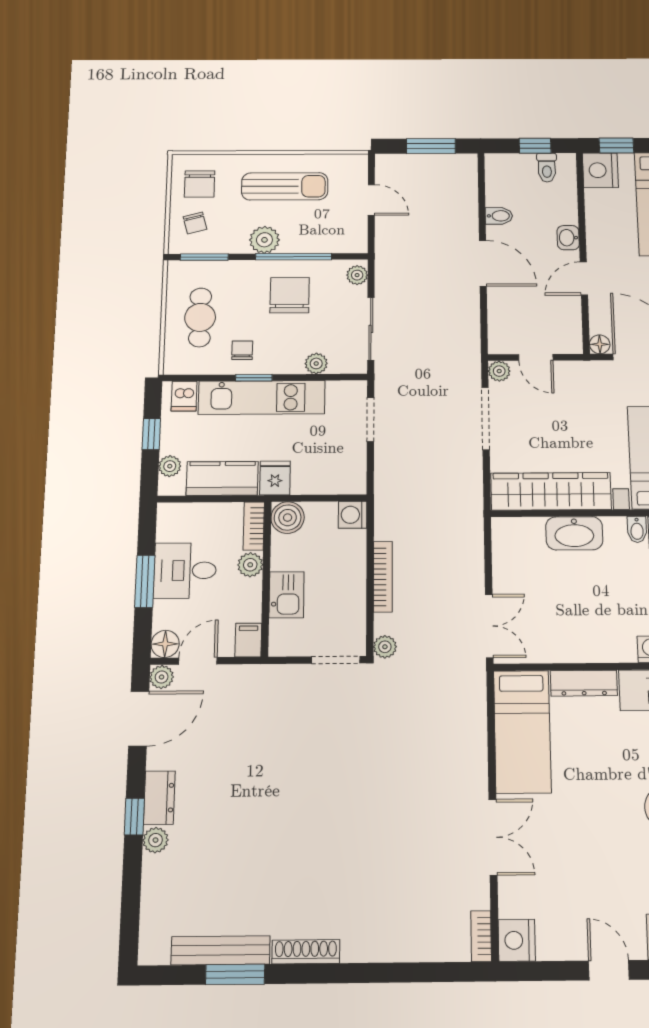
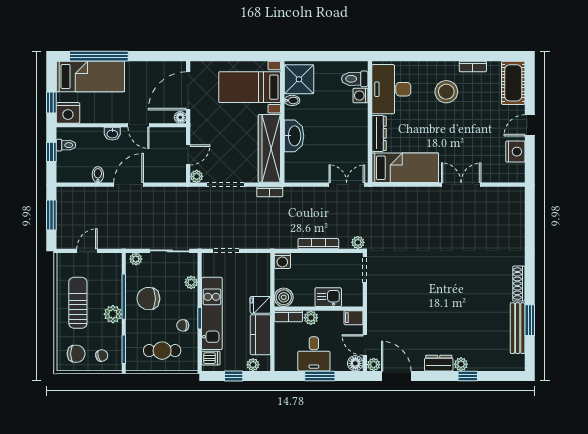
window: (134, 817) -> (468, 376), moved
bookcase: (481, 936) -> (270, 192), moved
nightstand: (517, 940) -> (515, 152), moved, turned -90

